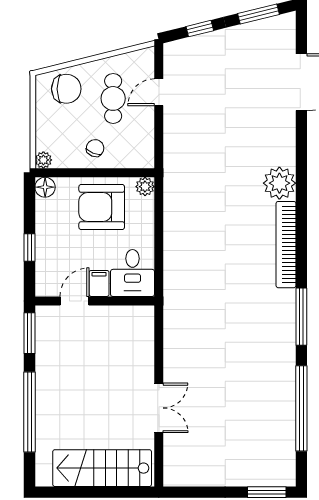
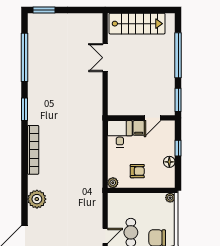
chair: (95, 148) -> (141, 204), removed
plant: (279, 183) -> (37, 199), moved
floor lamp: (45, 187) -> (169, 162), moved
armchair: (102, 207) -> (137, 171), width x0.53, depth x0.53
window: (301, 317) -> (24, 109), width x0.69

